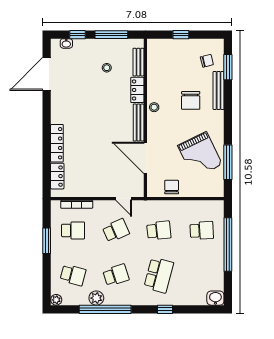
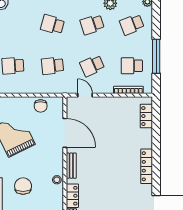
bench: (139, 122) -> (71, 166), width x0.73
locker: (57, 143) -> (147, 166), moved
window: (47, 241) -> (156, 56), width x1.44
school desk: (73, 275) -> (132, 25), turned -36
school desk: (159, 275) -> (53, 25), width x0.54

